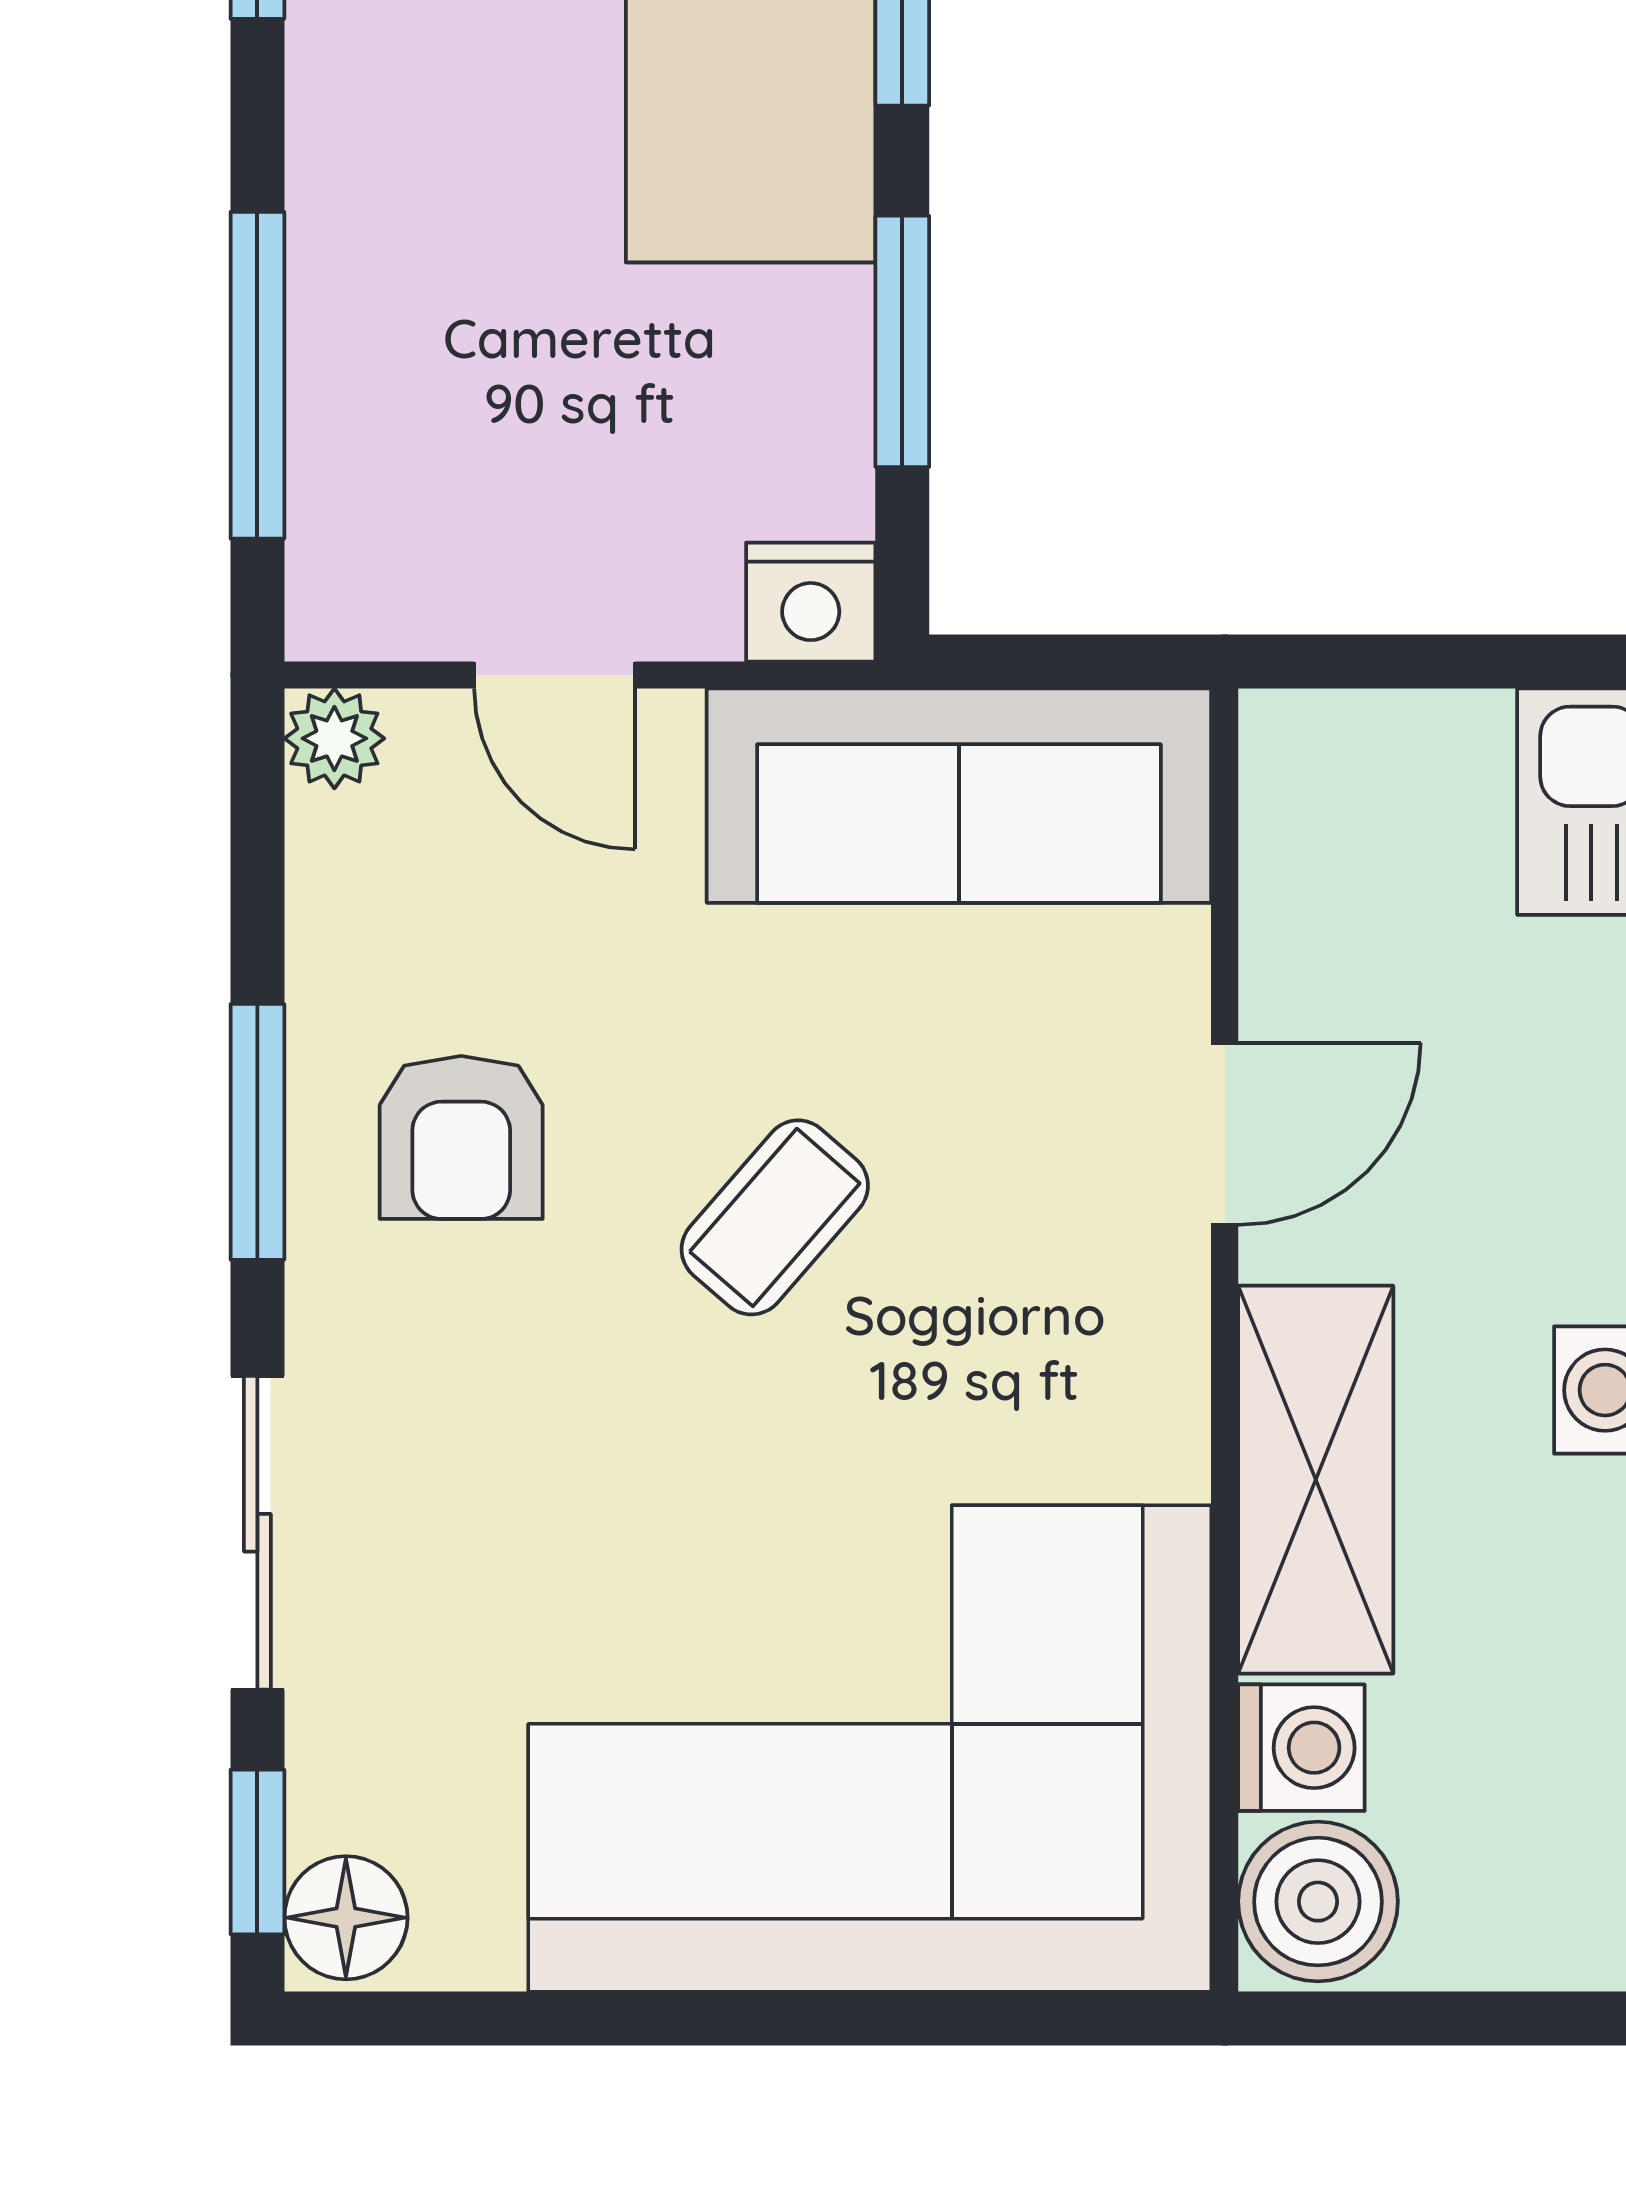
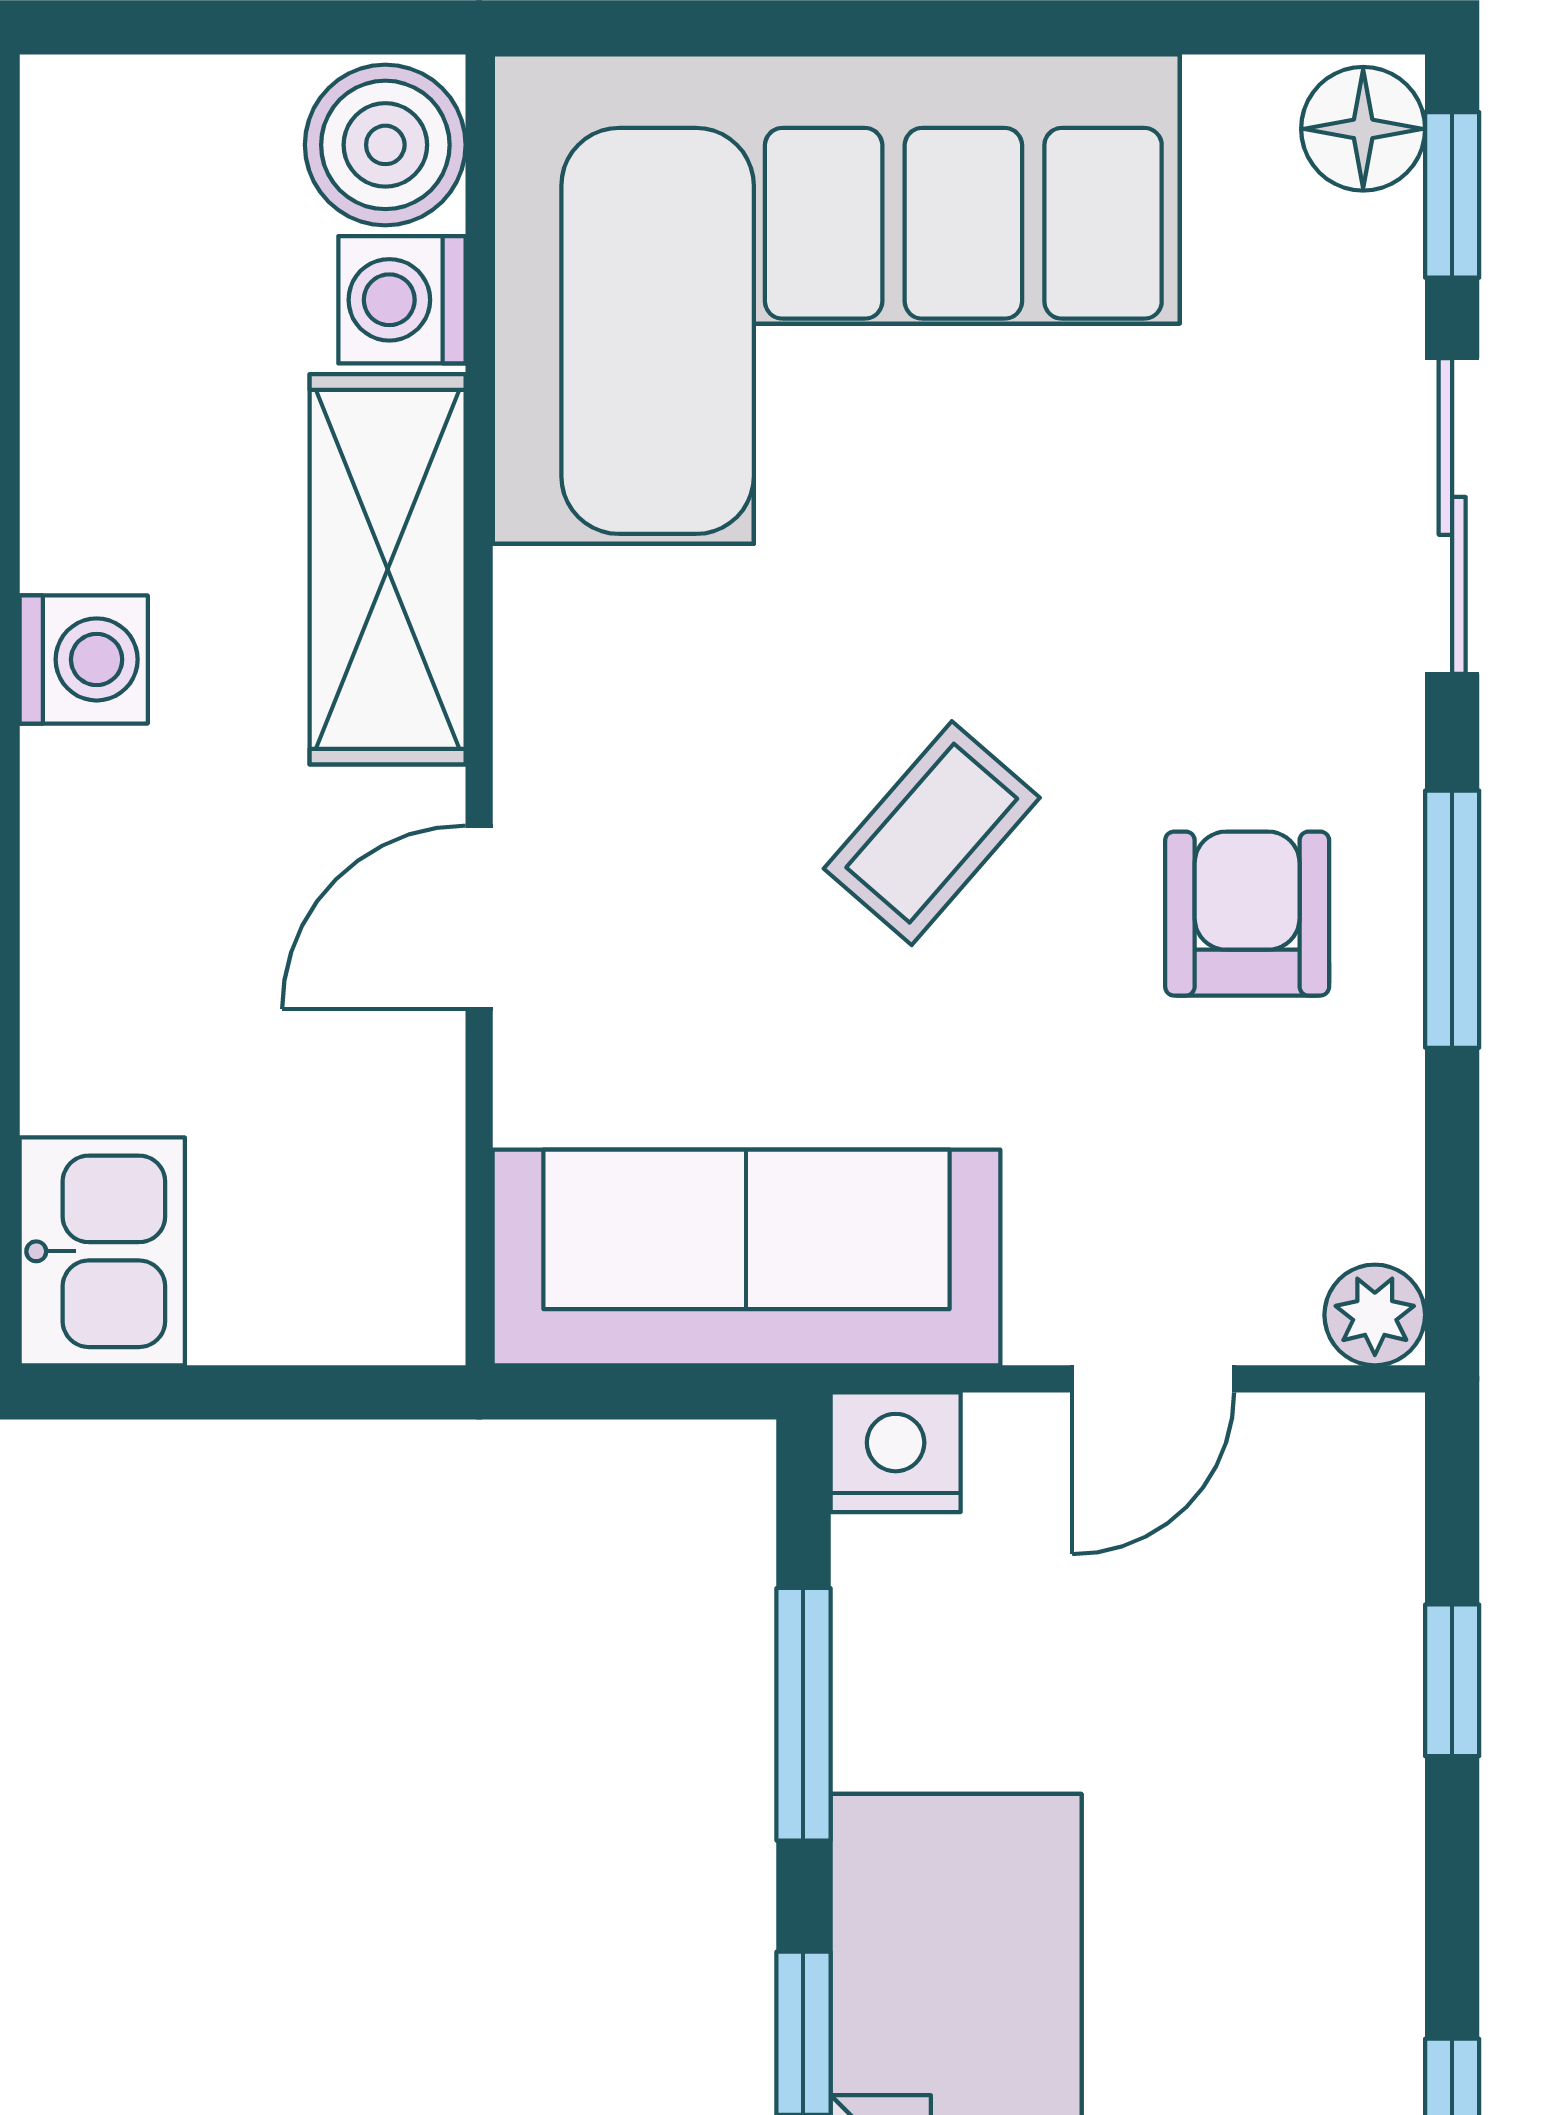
window: (257, 375) -> (1452, 1680), width x0.46
door: (555, 675) -> (1153, 1379), swing flipped

